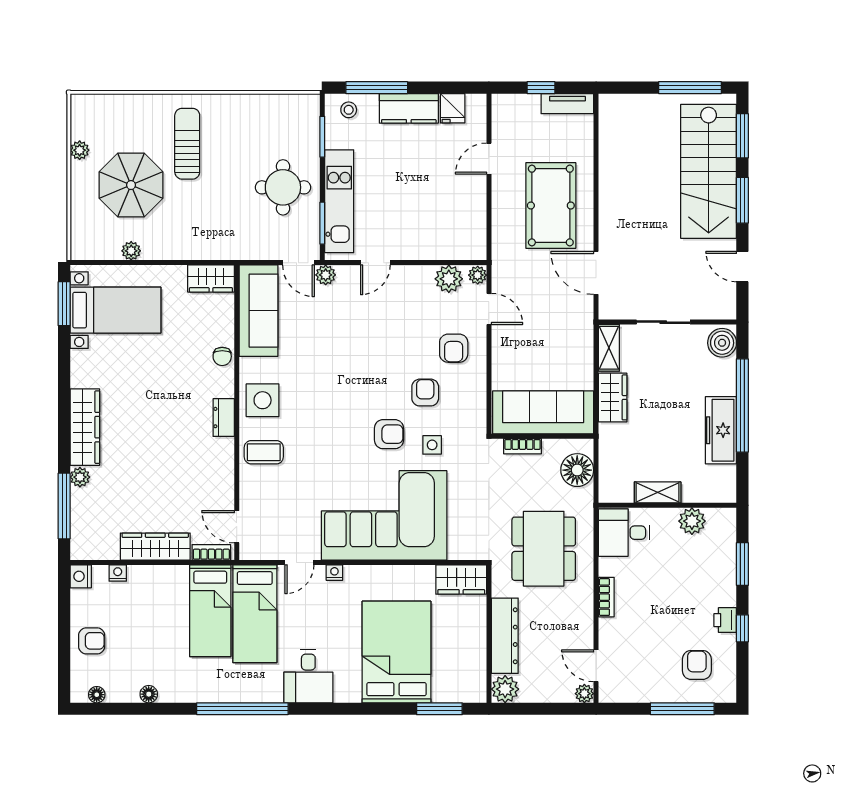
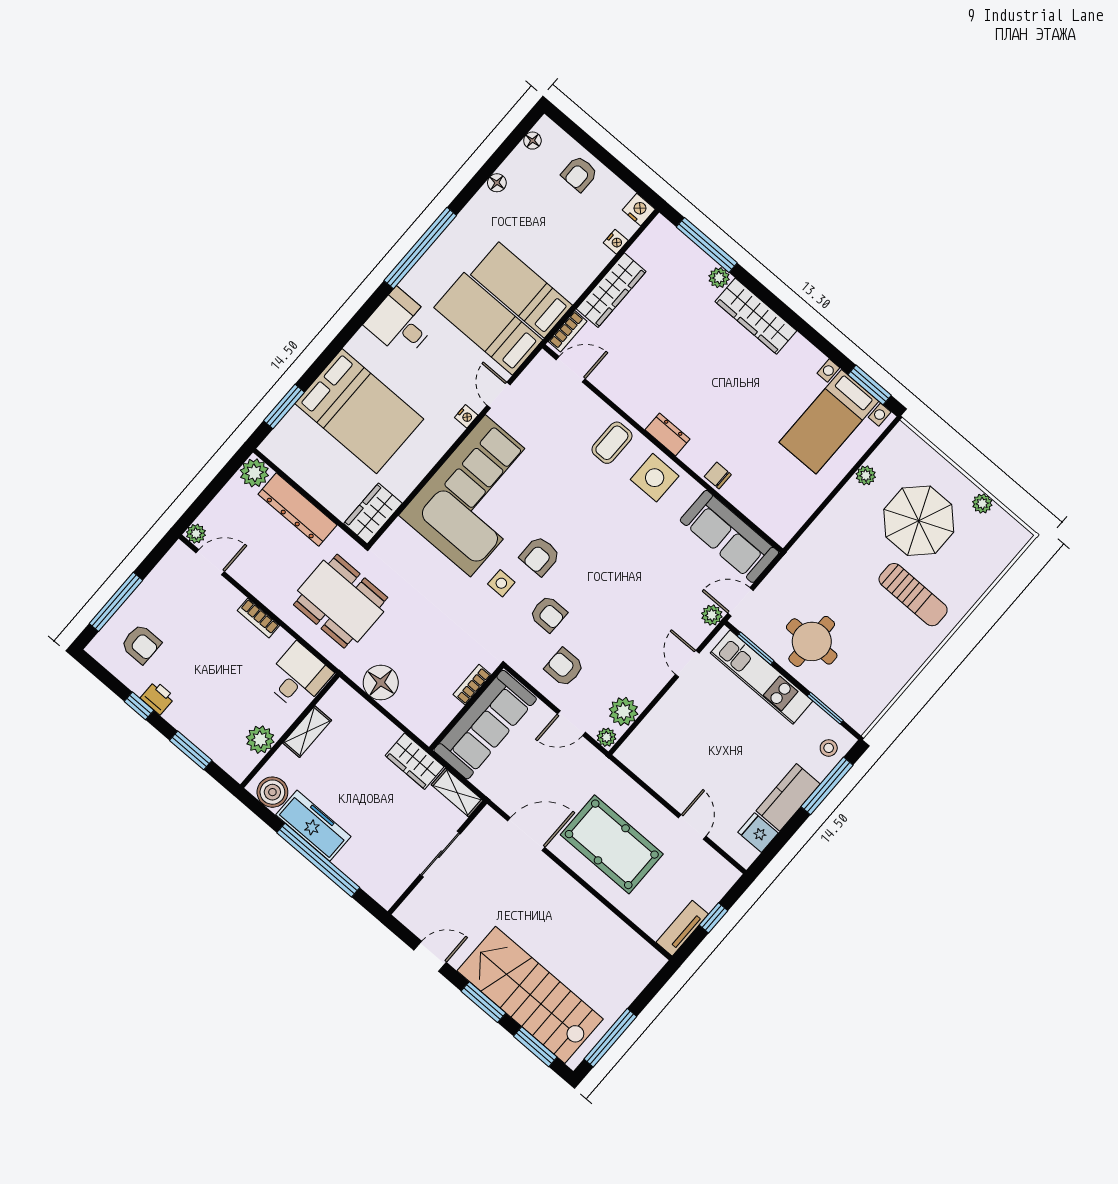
wardrobe: (211, 278) -> (788, 520), removed
boiler: (722, 343) -> (272, 792), moved
sofa: (543, 412) -> (485, 725), moved
wall: (543, 436) -> (466, 708), moved
bookcase: (523, 446) -> (472, 685), moved

